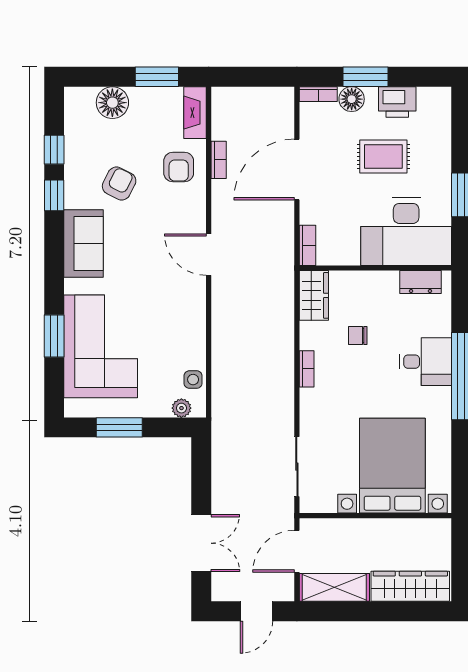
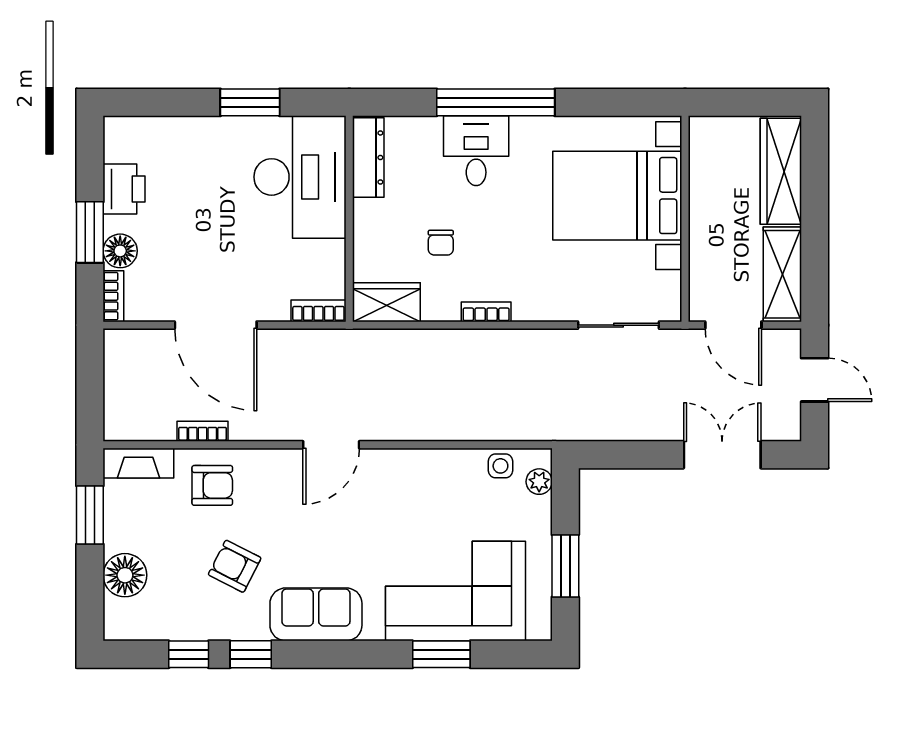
rug: (383, 156) -> (198, 208), removed
dresser: (420, 282) -> (368, 157), width x1.44

